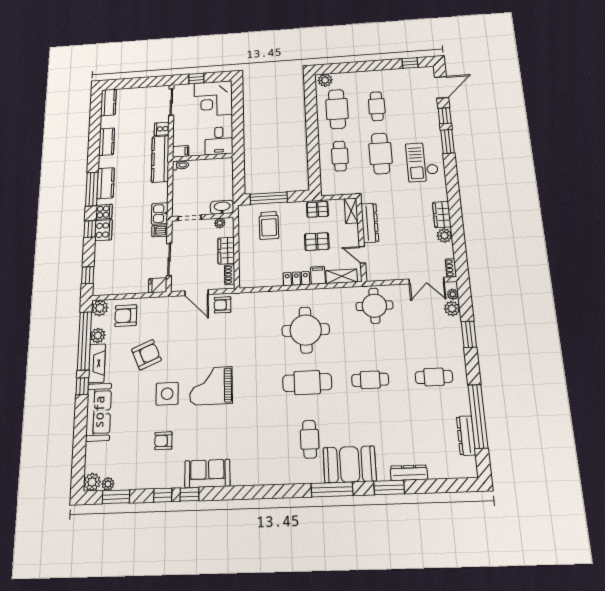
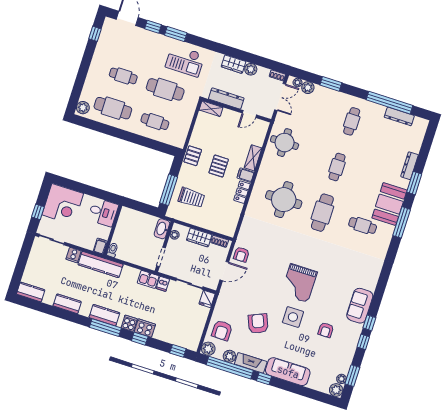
shelving: (351, 211) -> (211, 109), moved
dresser: (370, 223) -> (226, 98), moved
wall: (361, 239) -> (237, 110), moved
door: (362, 255) -> (249, 114), moved

